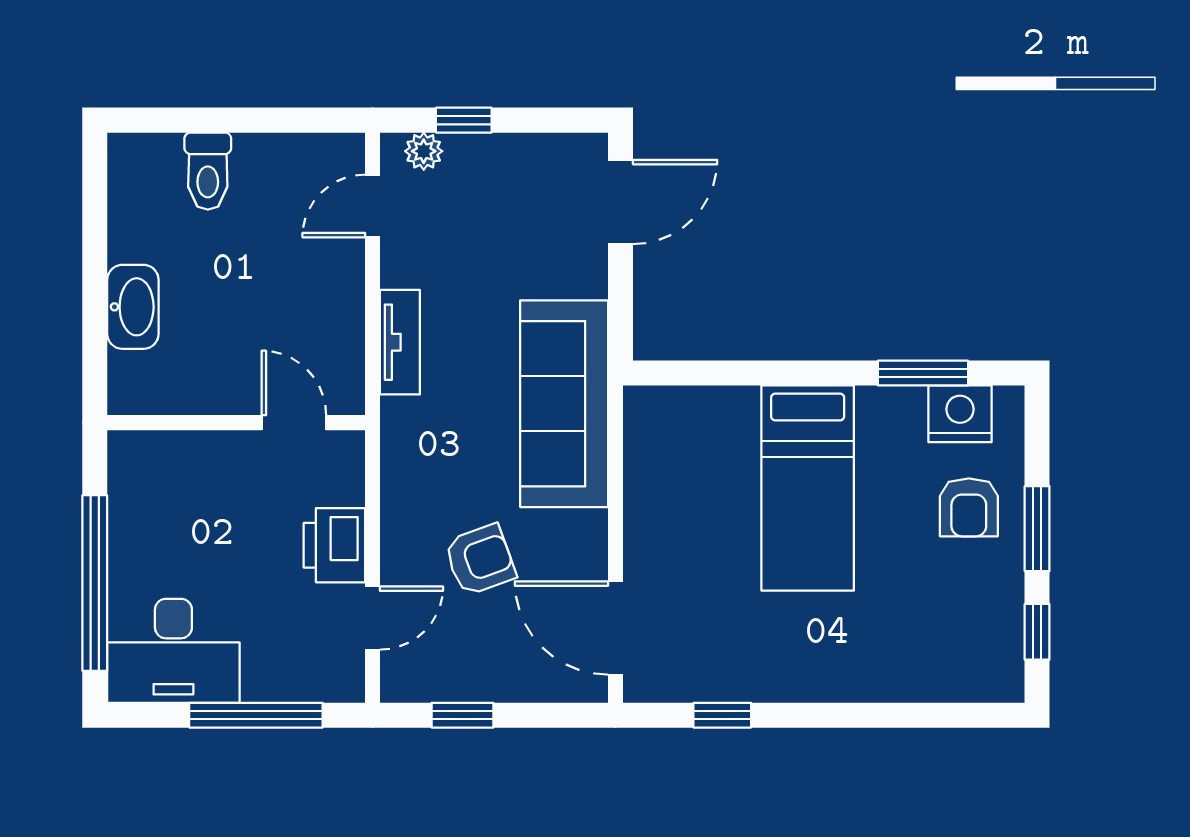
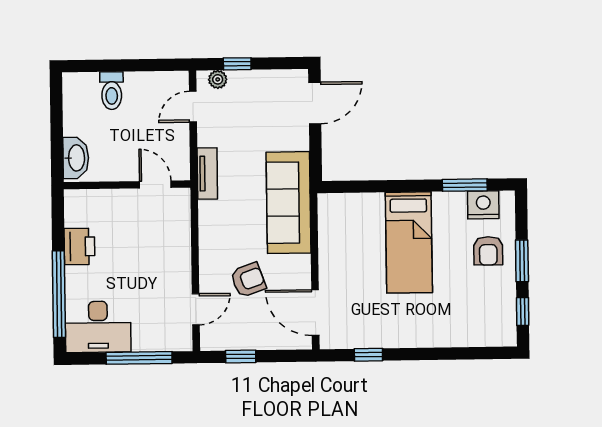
wall: (236, 423) -> (127, 185), moved
door: (294, 423) -> (155, 184), moved
printer: (334, 545) -> (79, 246), moved, turned 180

